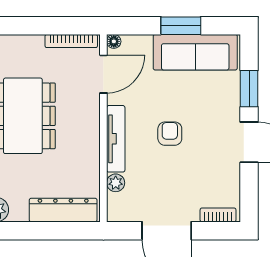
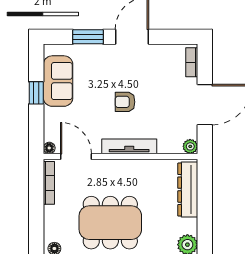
window: (181, 26) -> (36, 93), width x0.67
sofa: (195, 52) -> (58, 81), width x0.73
plant: (116, 183) -> (190, 146), moved

